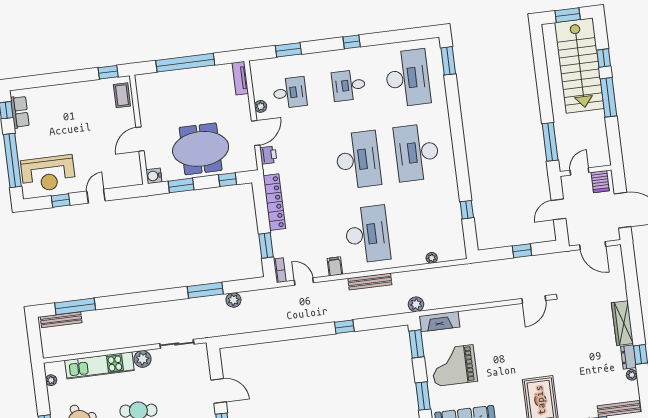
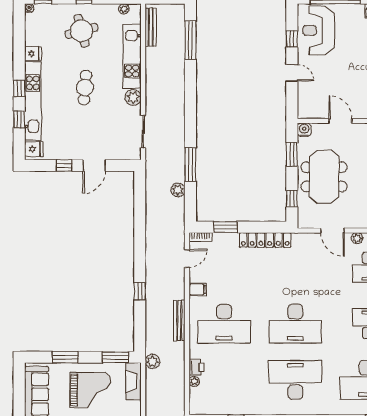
printer: (268, 155) -> (196, 367), moved, turned -90
bench: (61, 320) -> (151, 27), moved
grand piano: (454, 366) -> (90, 390), turned 90

